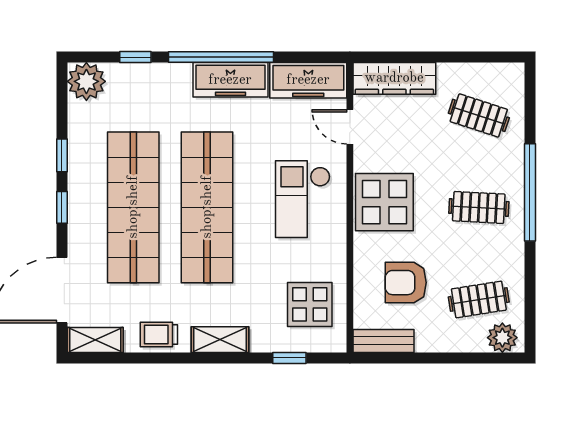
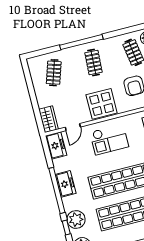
wardrobe: (394, 78) -> (48, 119), width x0.67
freezer: (230, 80) -> (66, 184), width x0.71
freezer: (308, 80) -> (56, 145), width x0.71
plant: (147, 83) -> (76, 219), added

